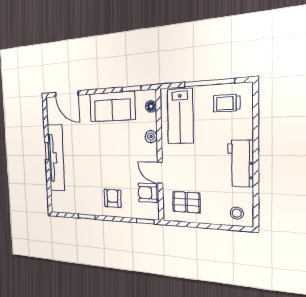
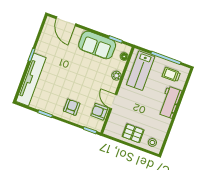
tv unit: (56, 158) -> (31, 80), moved
workbench: (241, 163) -> (170, 102), moved
pallet: (186, 202) -> (133, 133), moved

